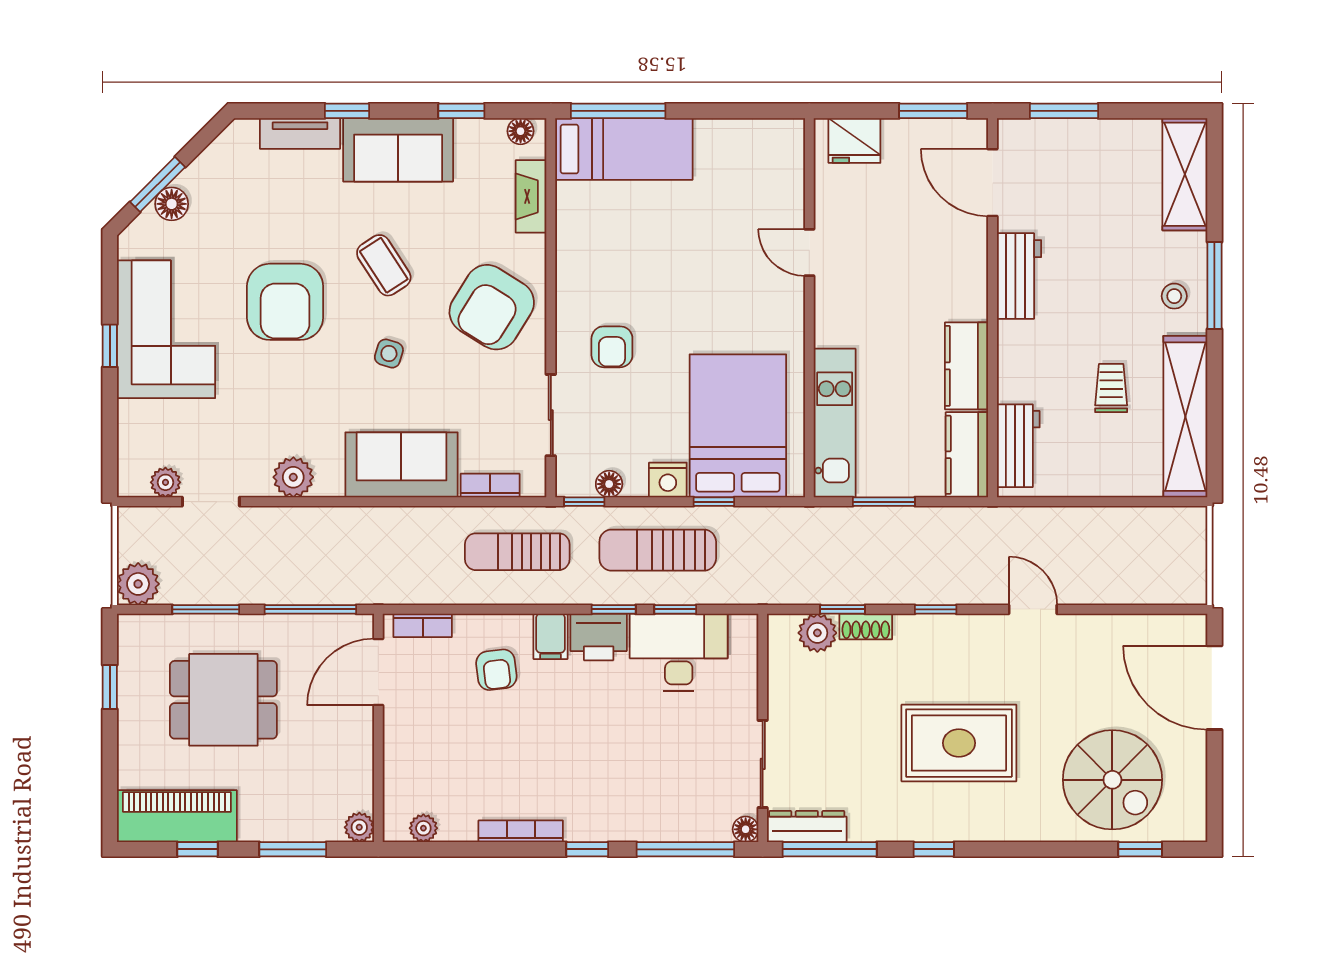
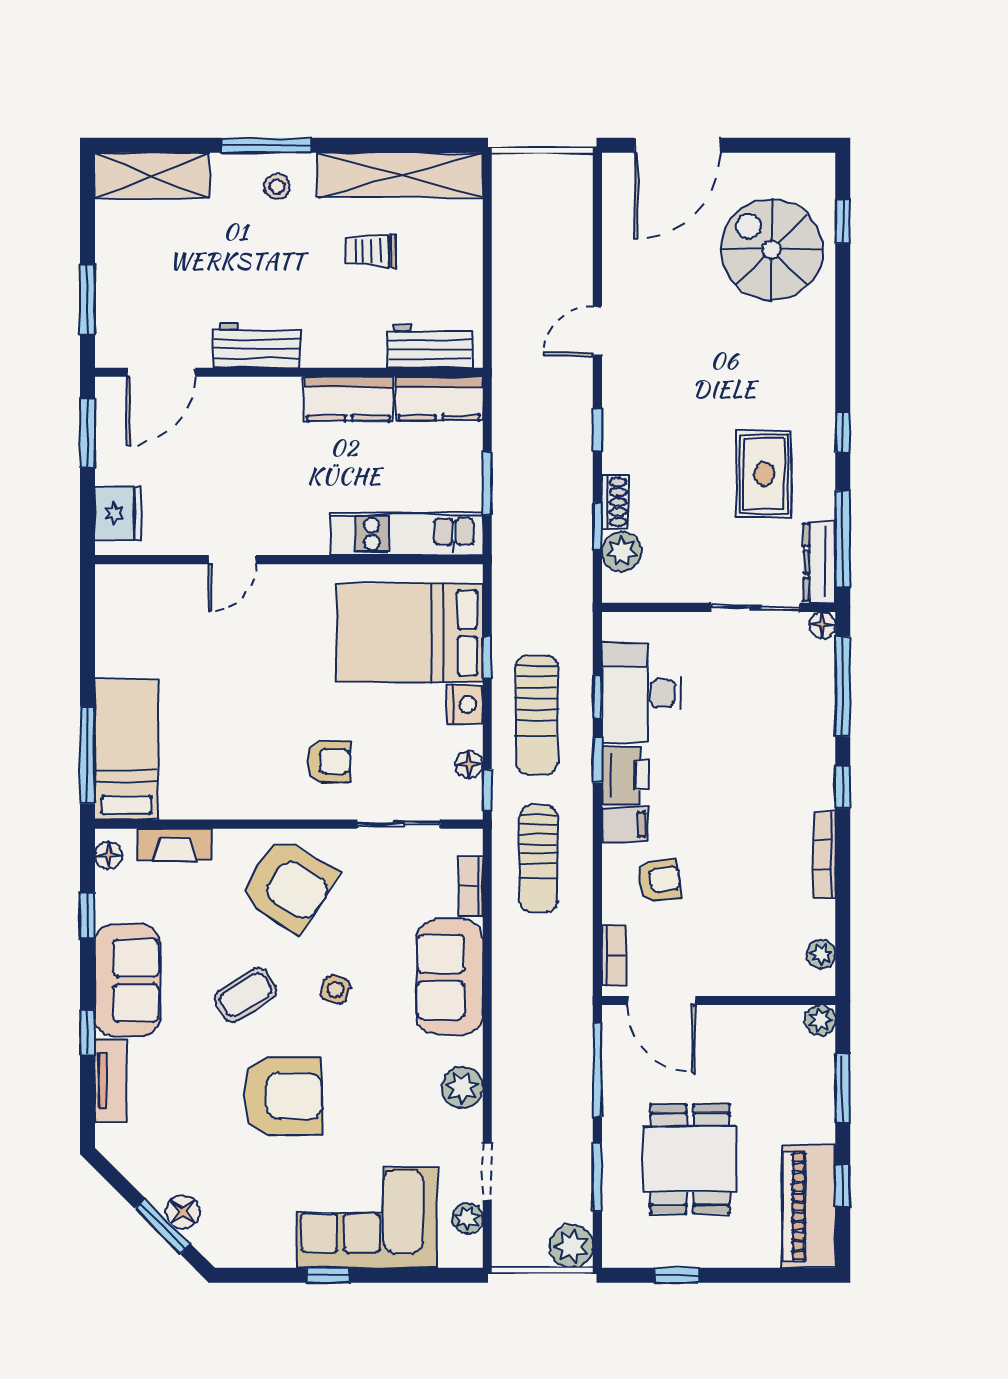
corner sofa: (166, 329) -> (367, 1218), moved
rug: (959, 743) -> (764, 474), moved, width x0.73, depth x0.70
spiral stairs: (1112, 780) -> (772, 250), turned -90

